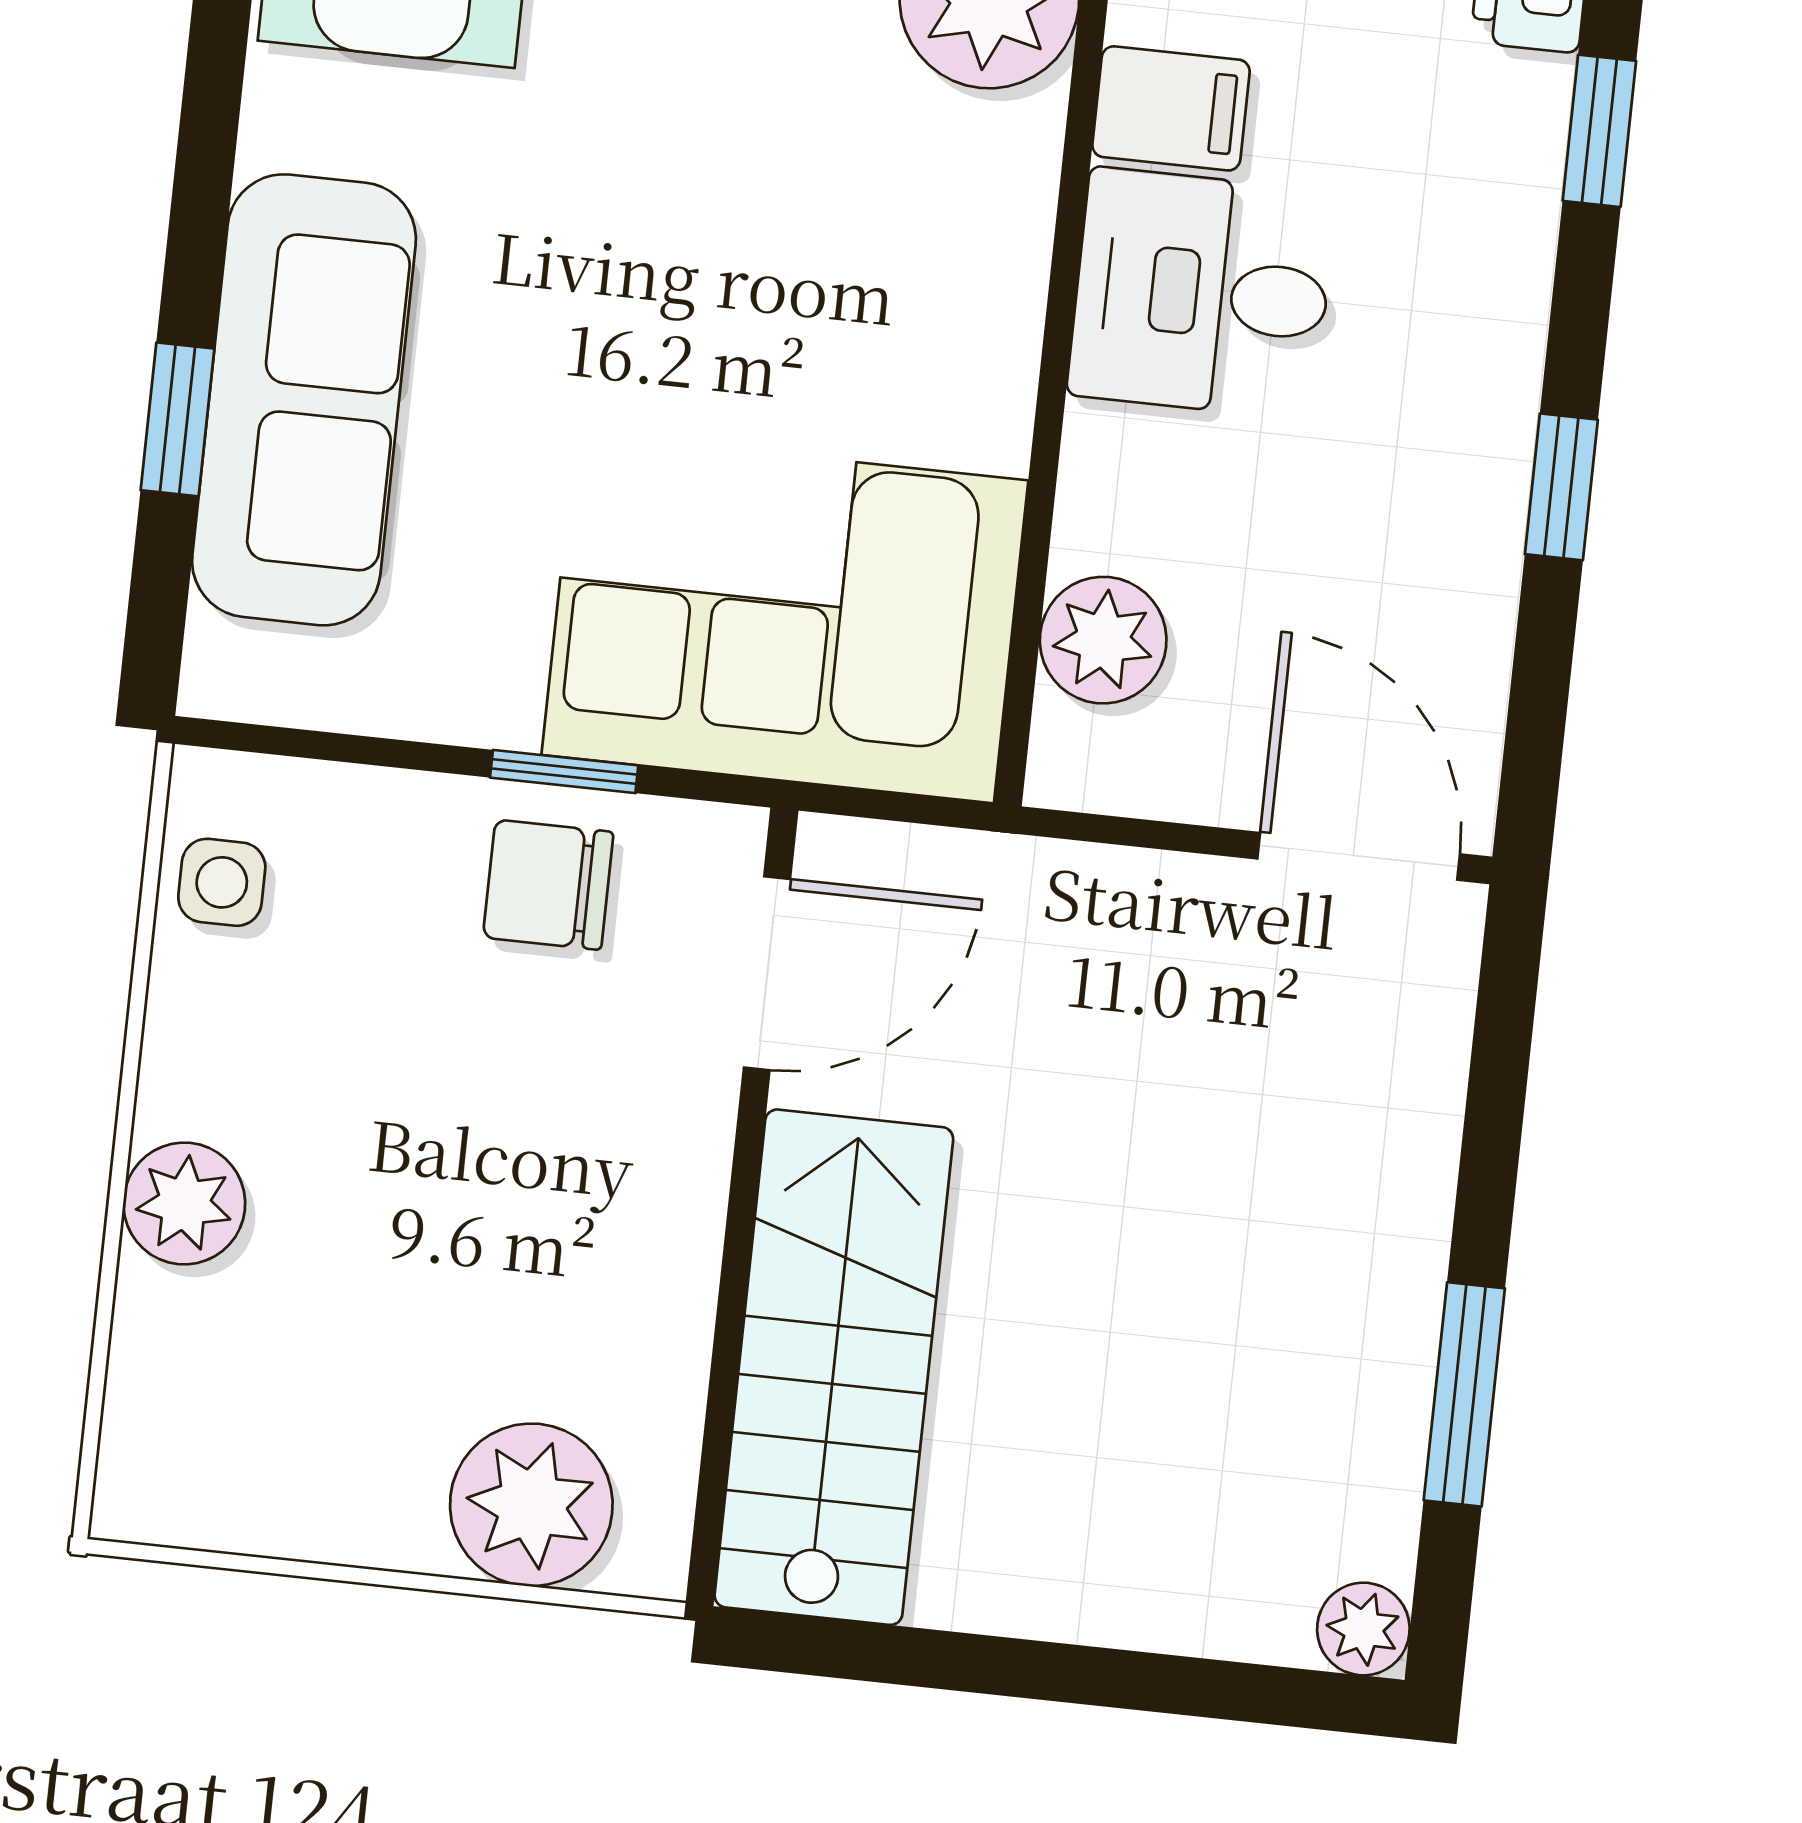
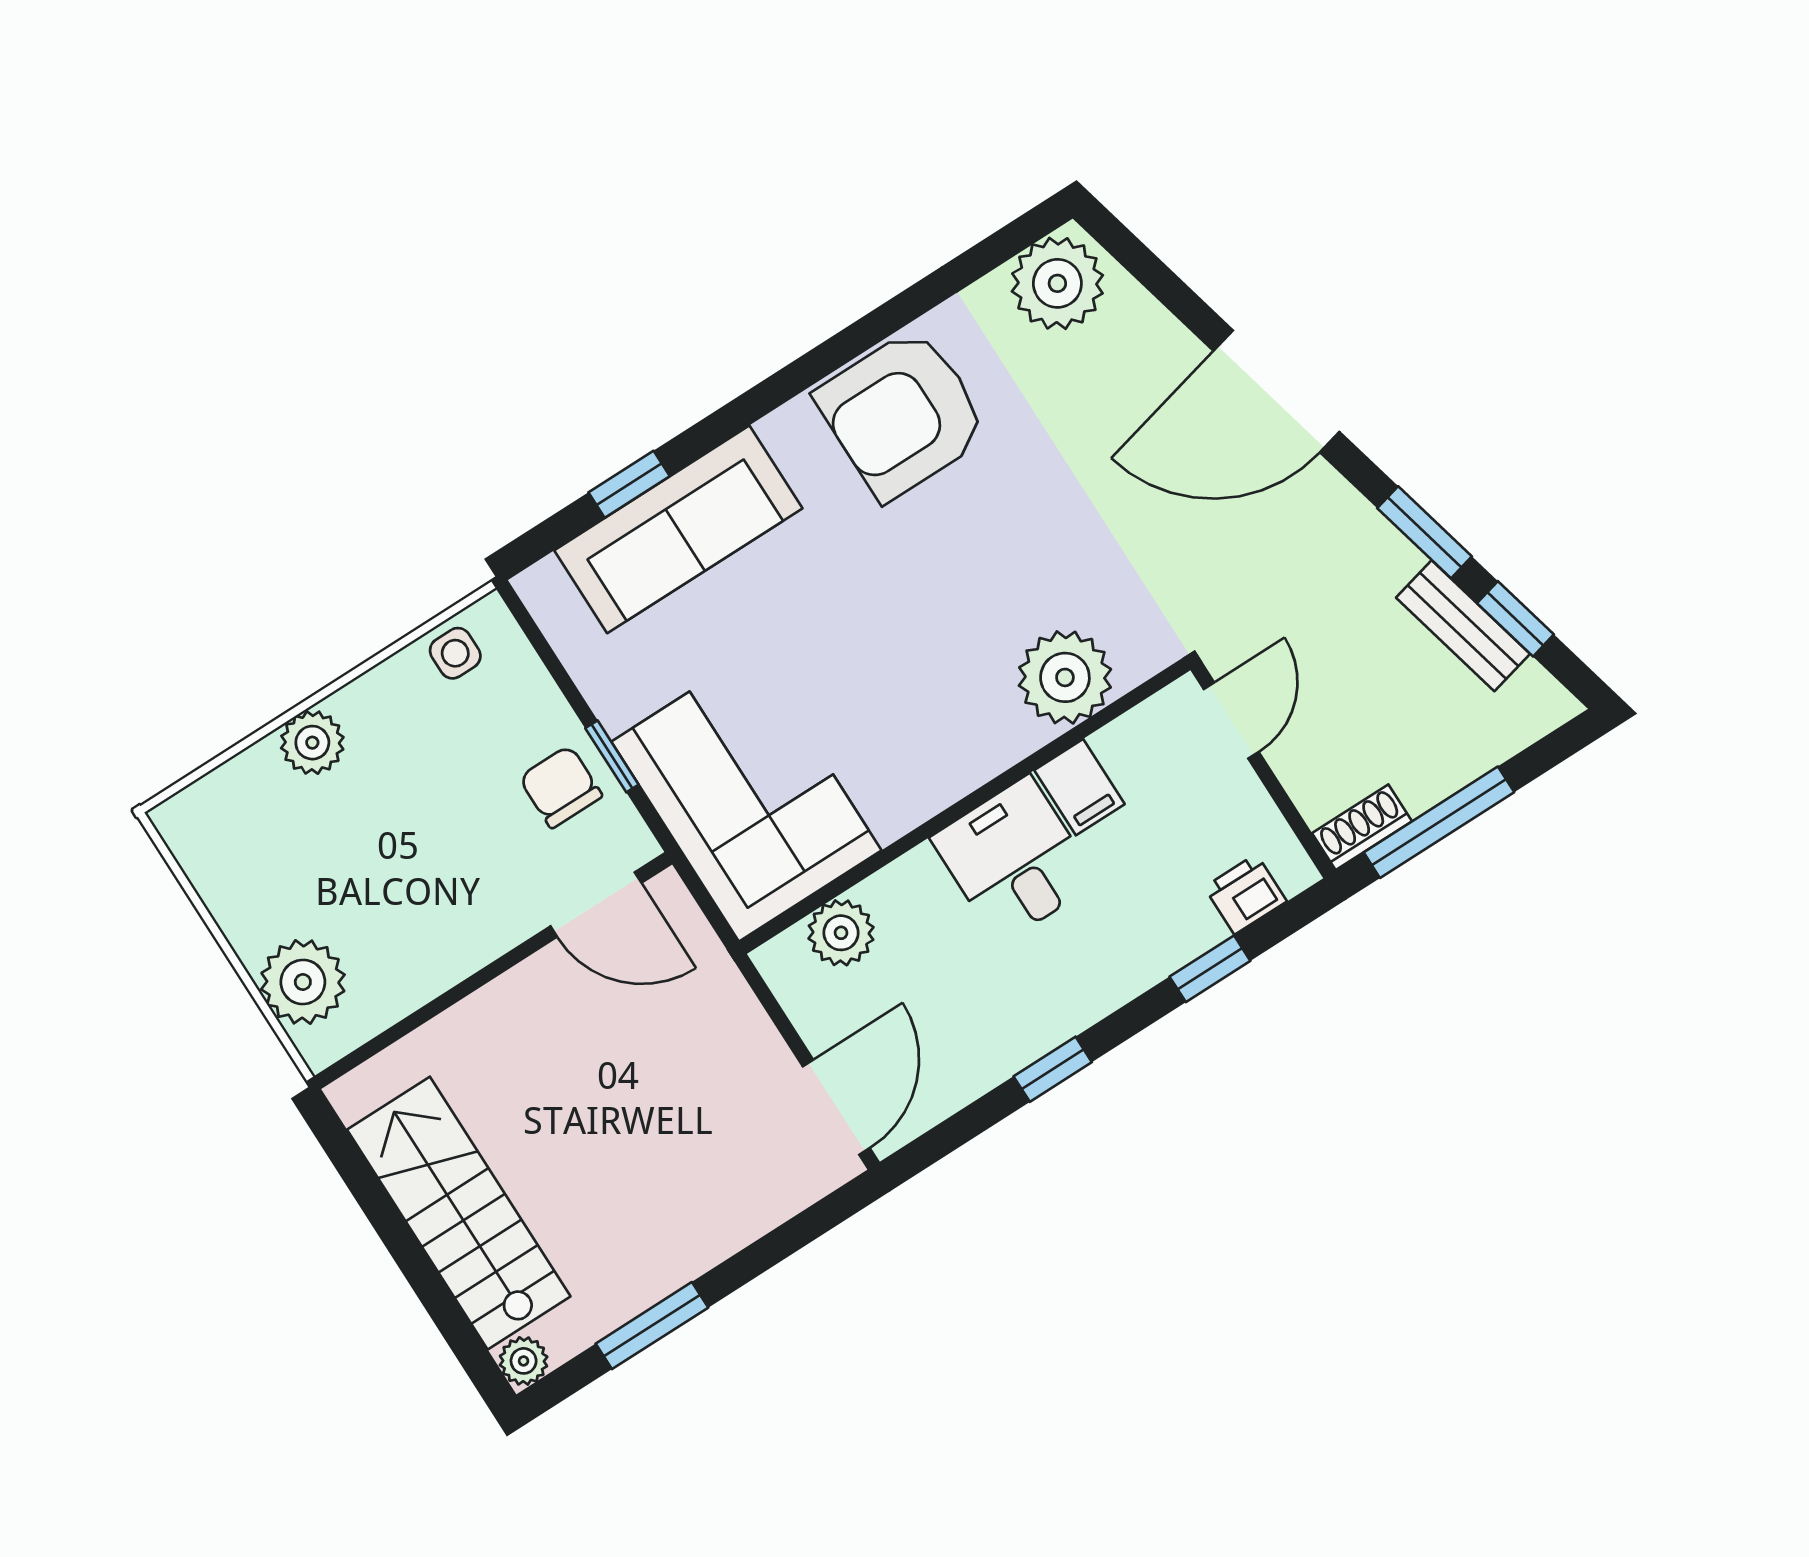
stairs: (834, 1367) -> (459, 1213), moved, turned -90

